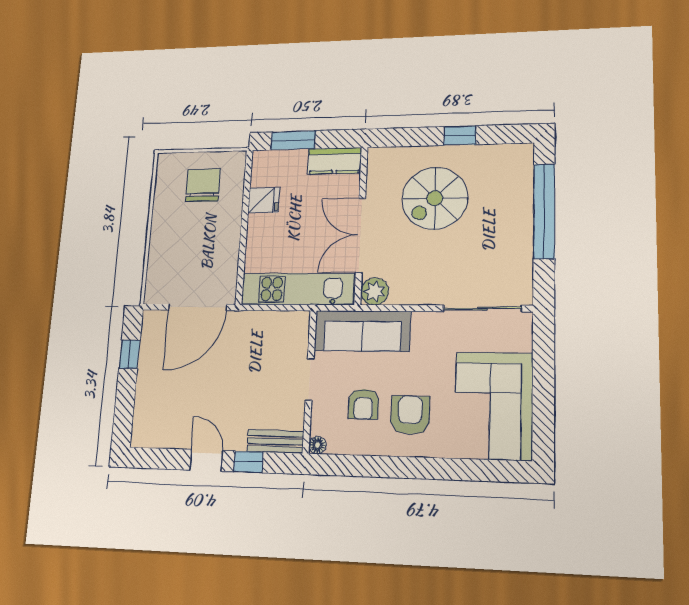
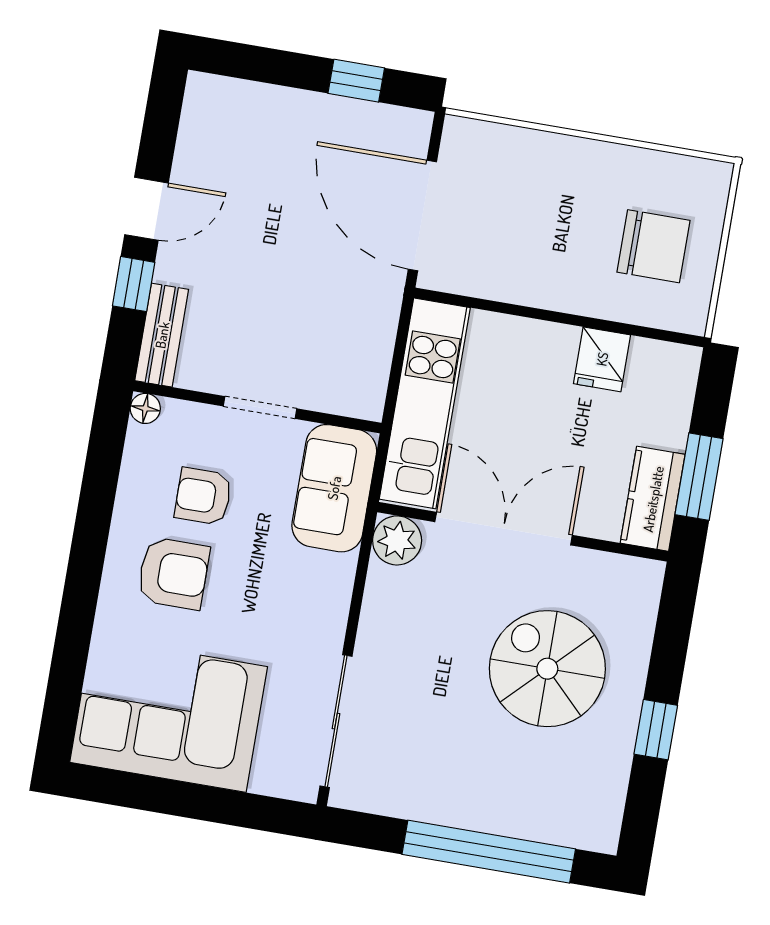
window: (293, 140) -> (699, 477), moved
sofa: (362, 331) -> (334, 488), width x0.73

